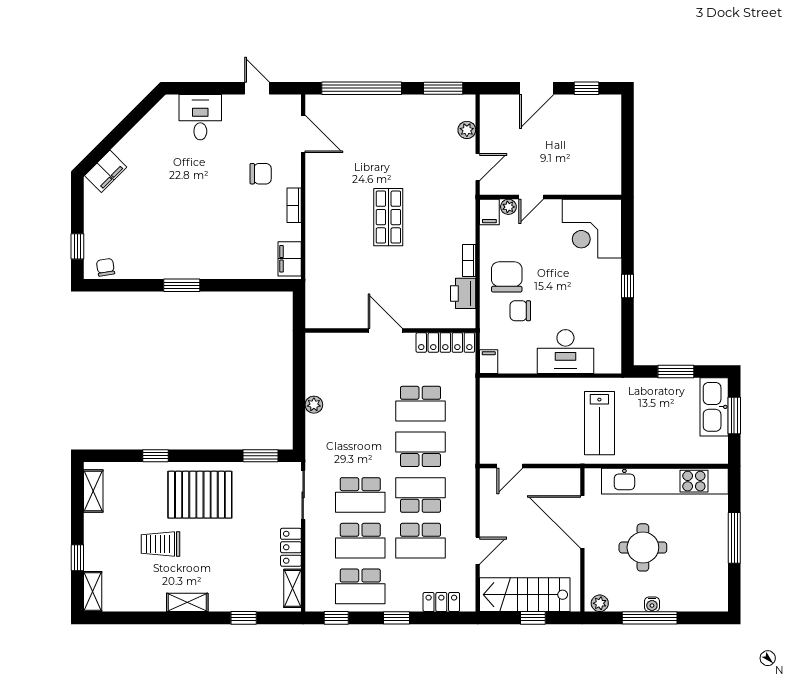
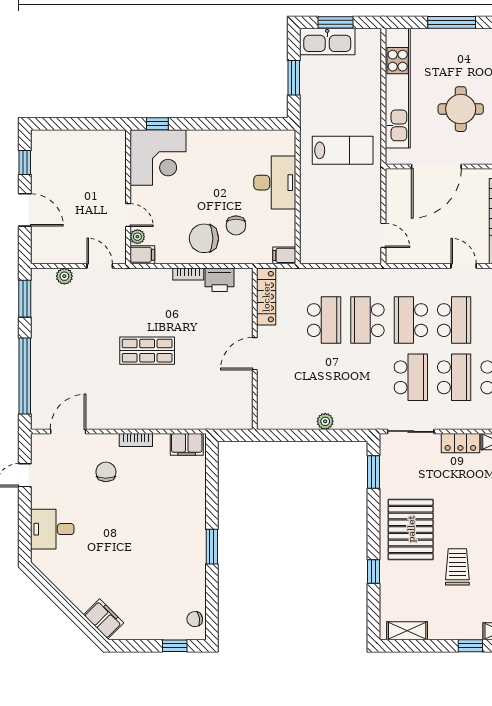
window: (627, 286) -> (157, 124), moved
trolley: (160, 544) -> (457, 567), turned 180

